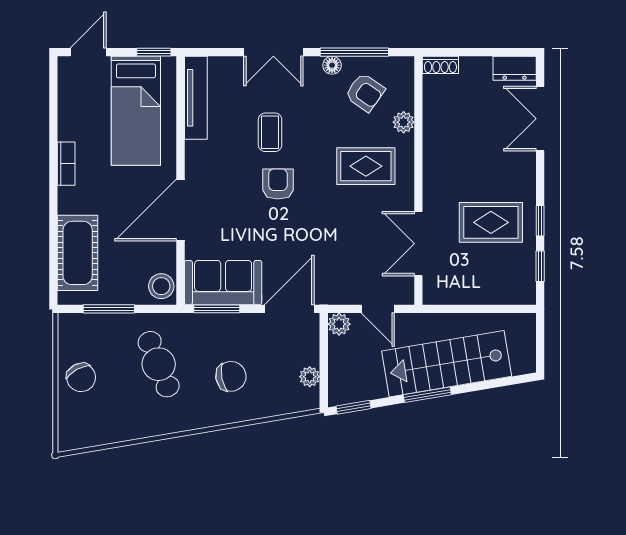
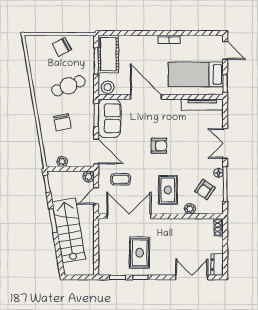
coffee table: (270, 132) -> (121, 179), moved
double door: (418, 244) -> (129, 216), width x1.37
cot: (78, 253) -> (108, 54), moved, turned 90

